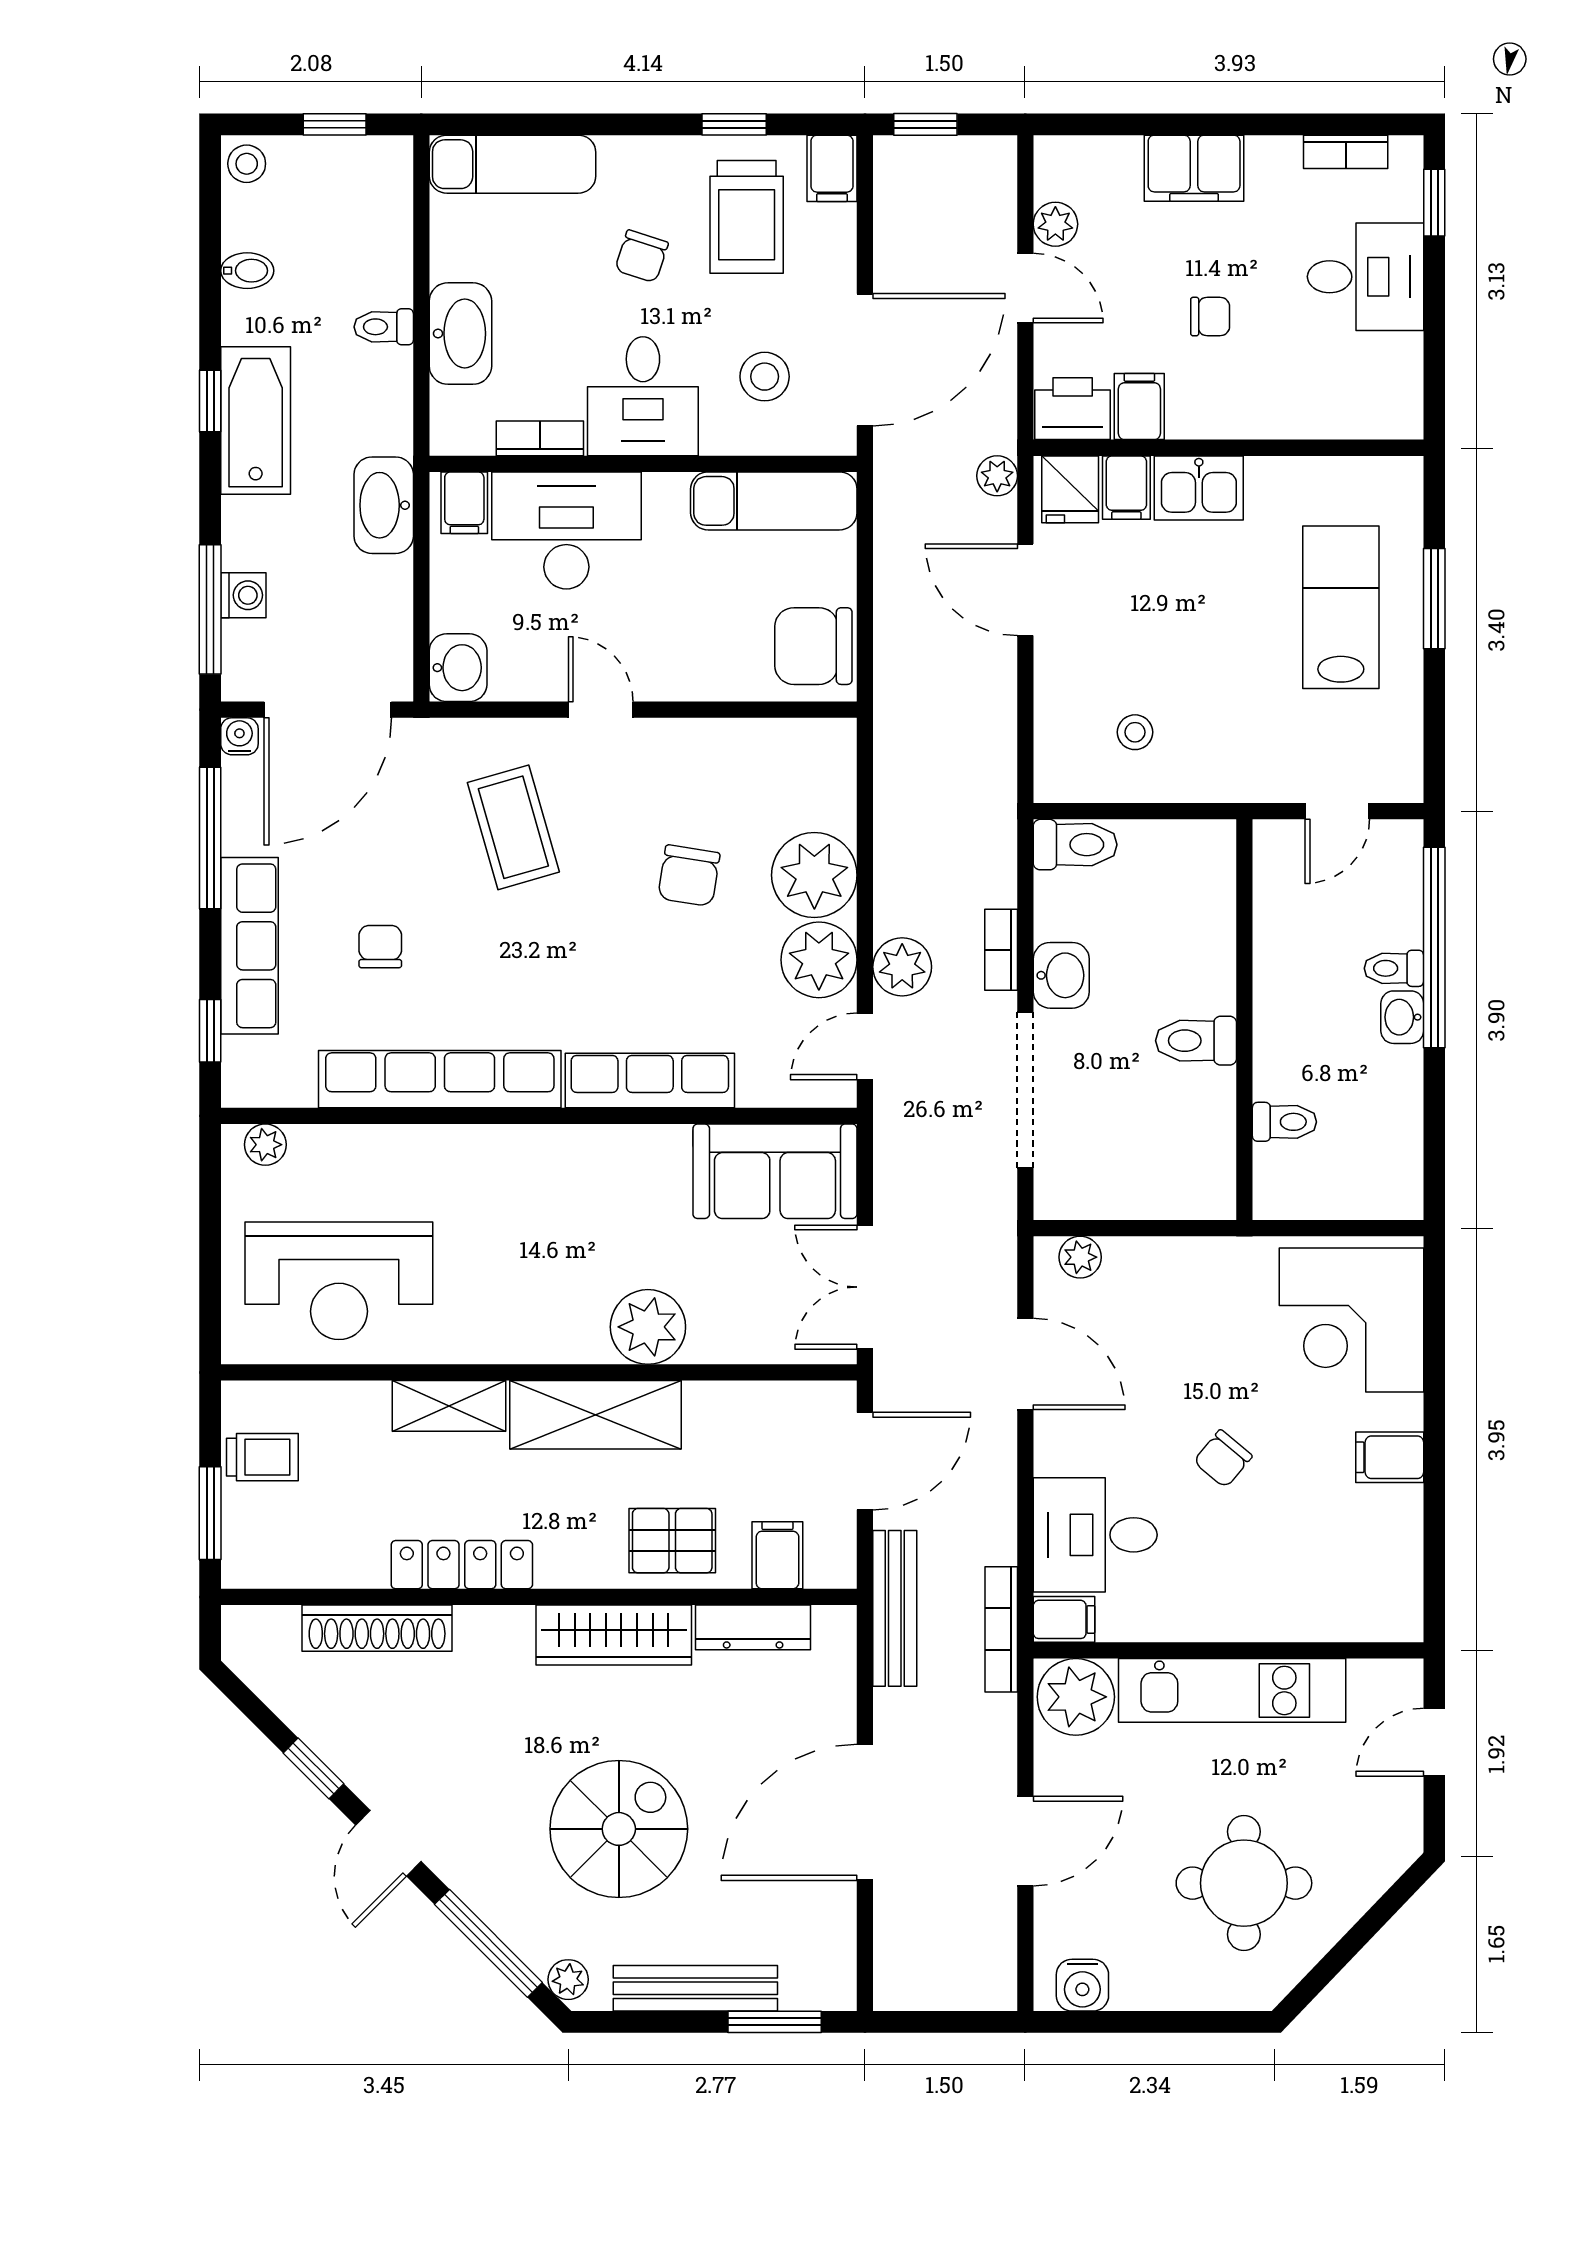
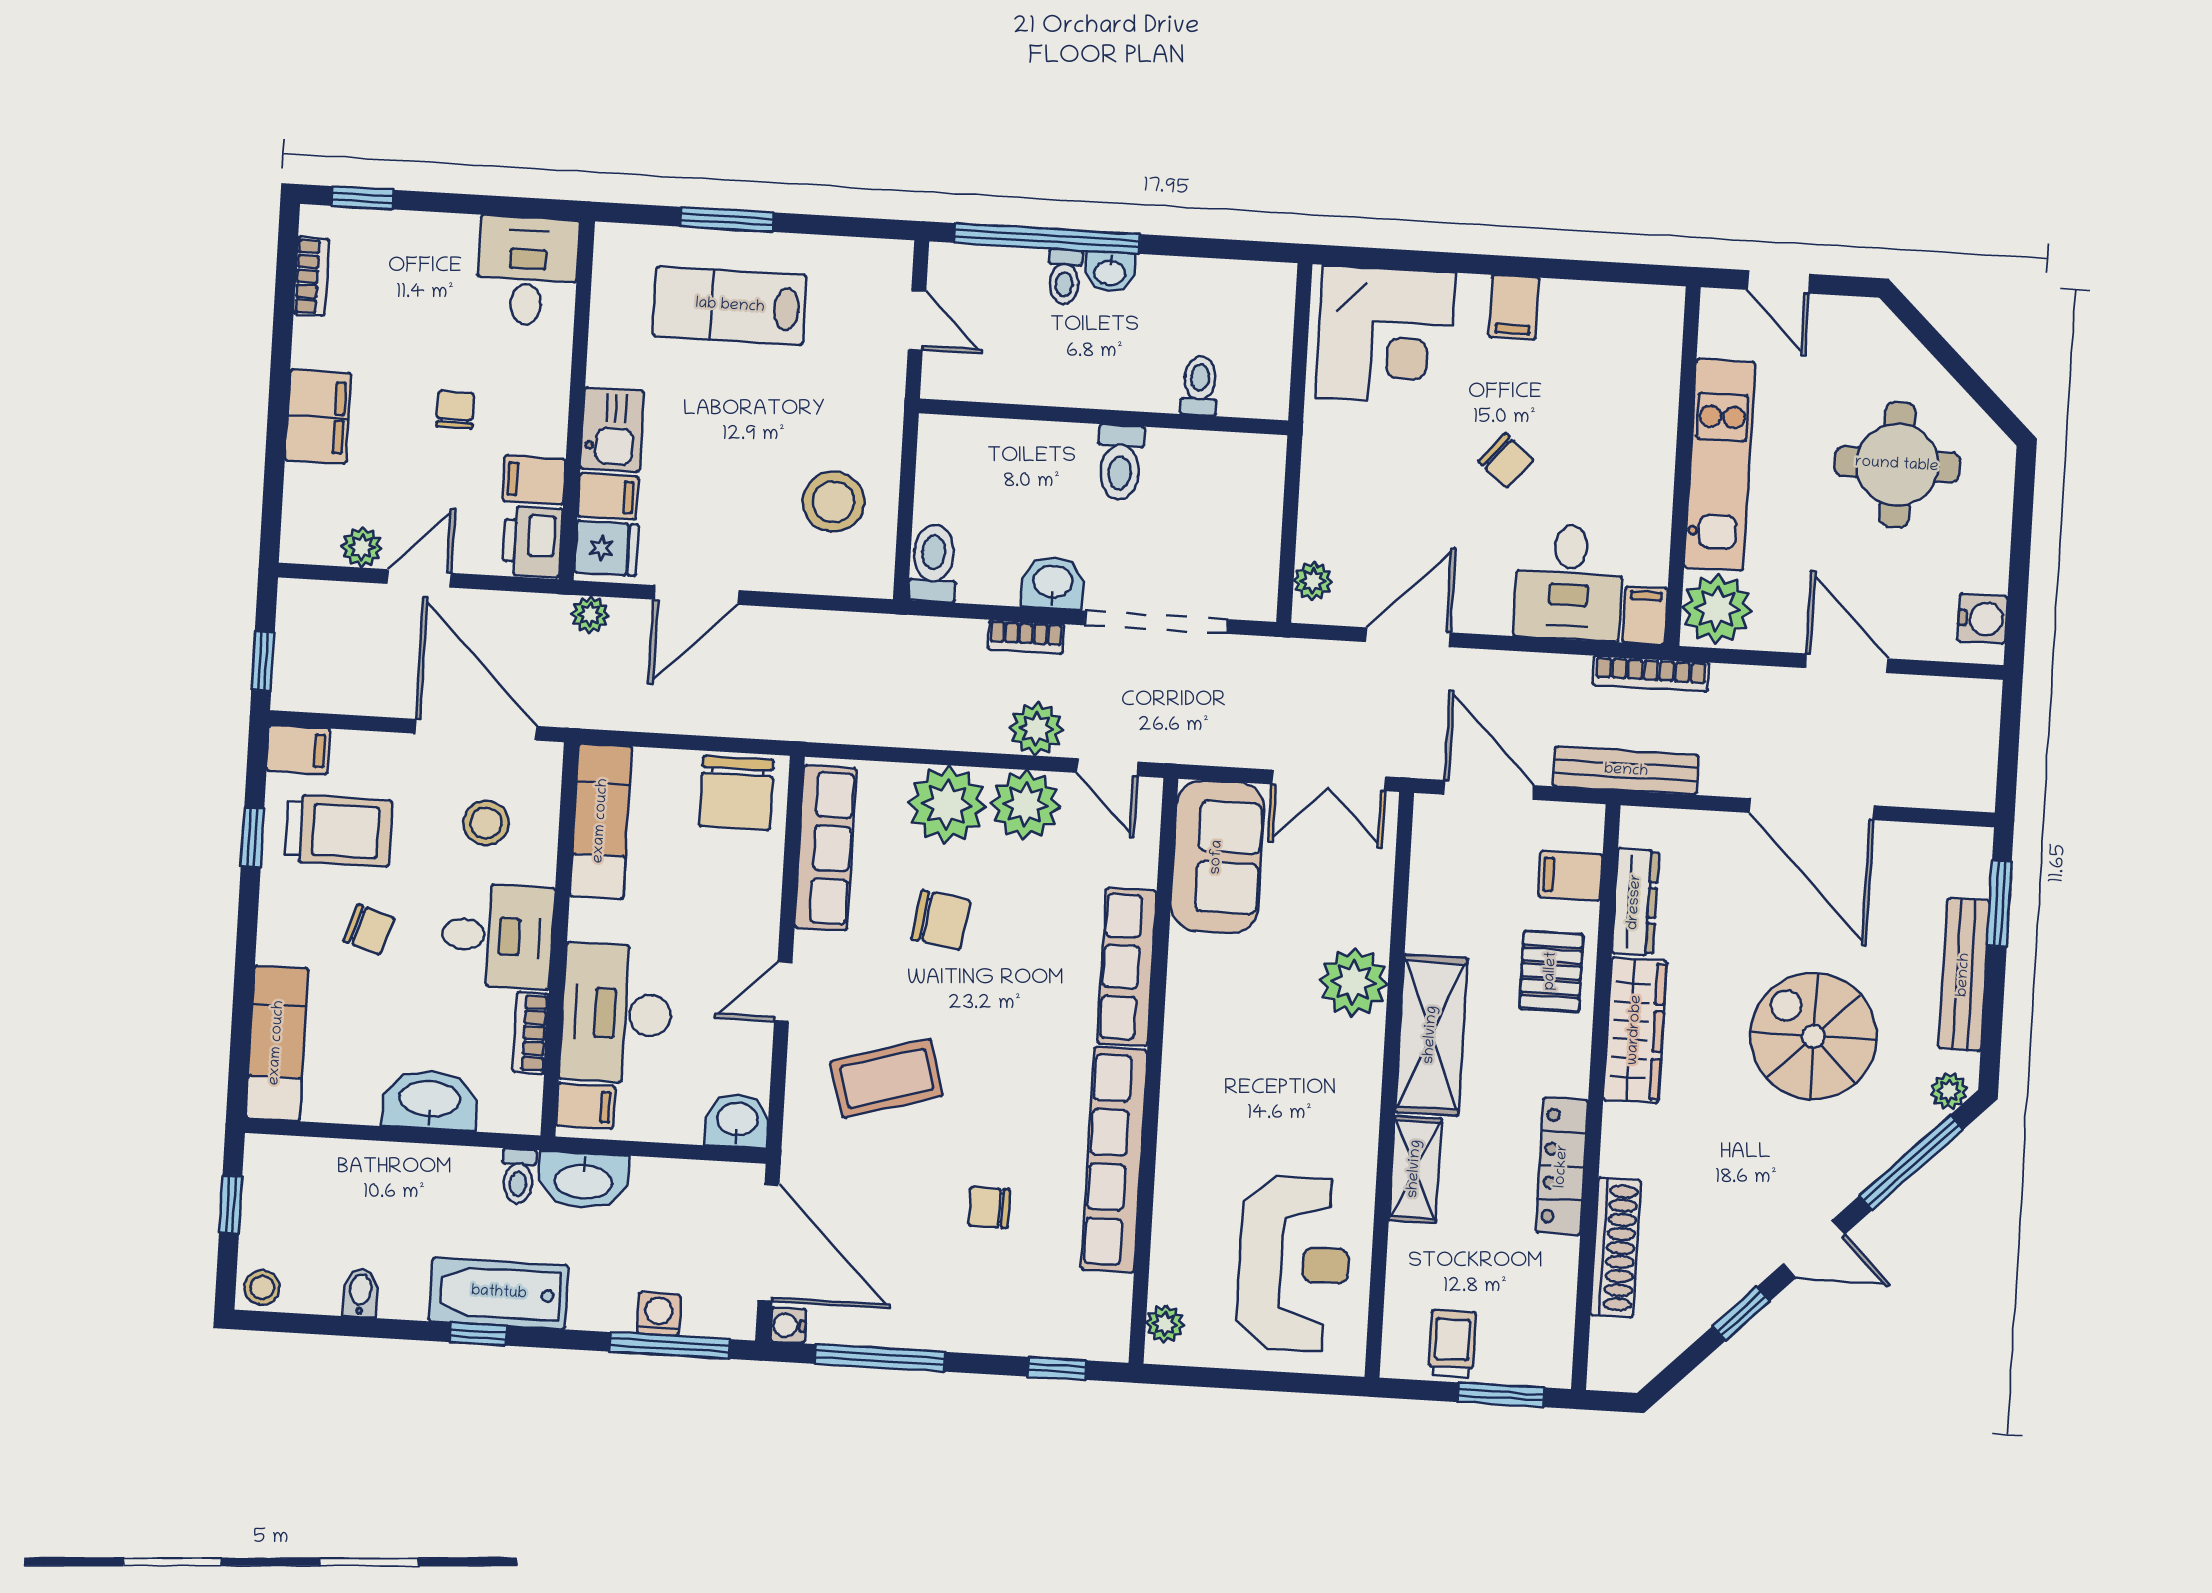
desk: (1366, 277) -> (527, 271), moved
toilet: (384, 327) -> (518, 1176), moved
stool: (1135, 732) -> (833, 502), width x1.89, depth x1.89
row of seats: (249, 946) -> (826, 848), moved, turned 90

